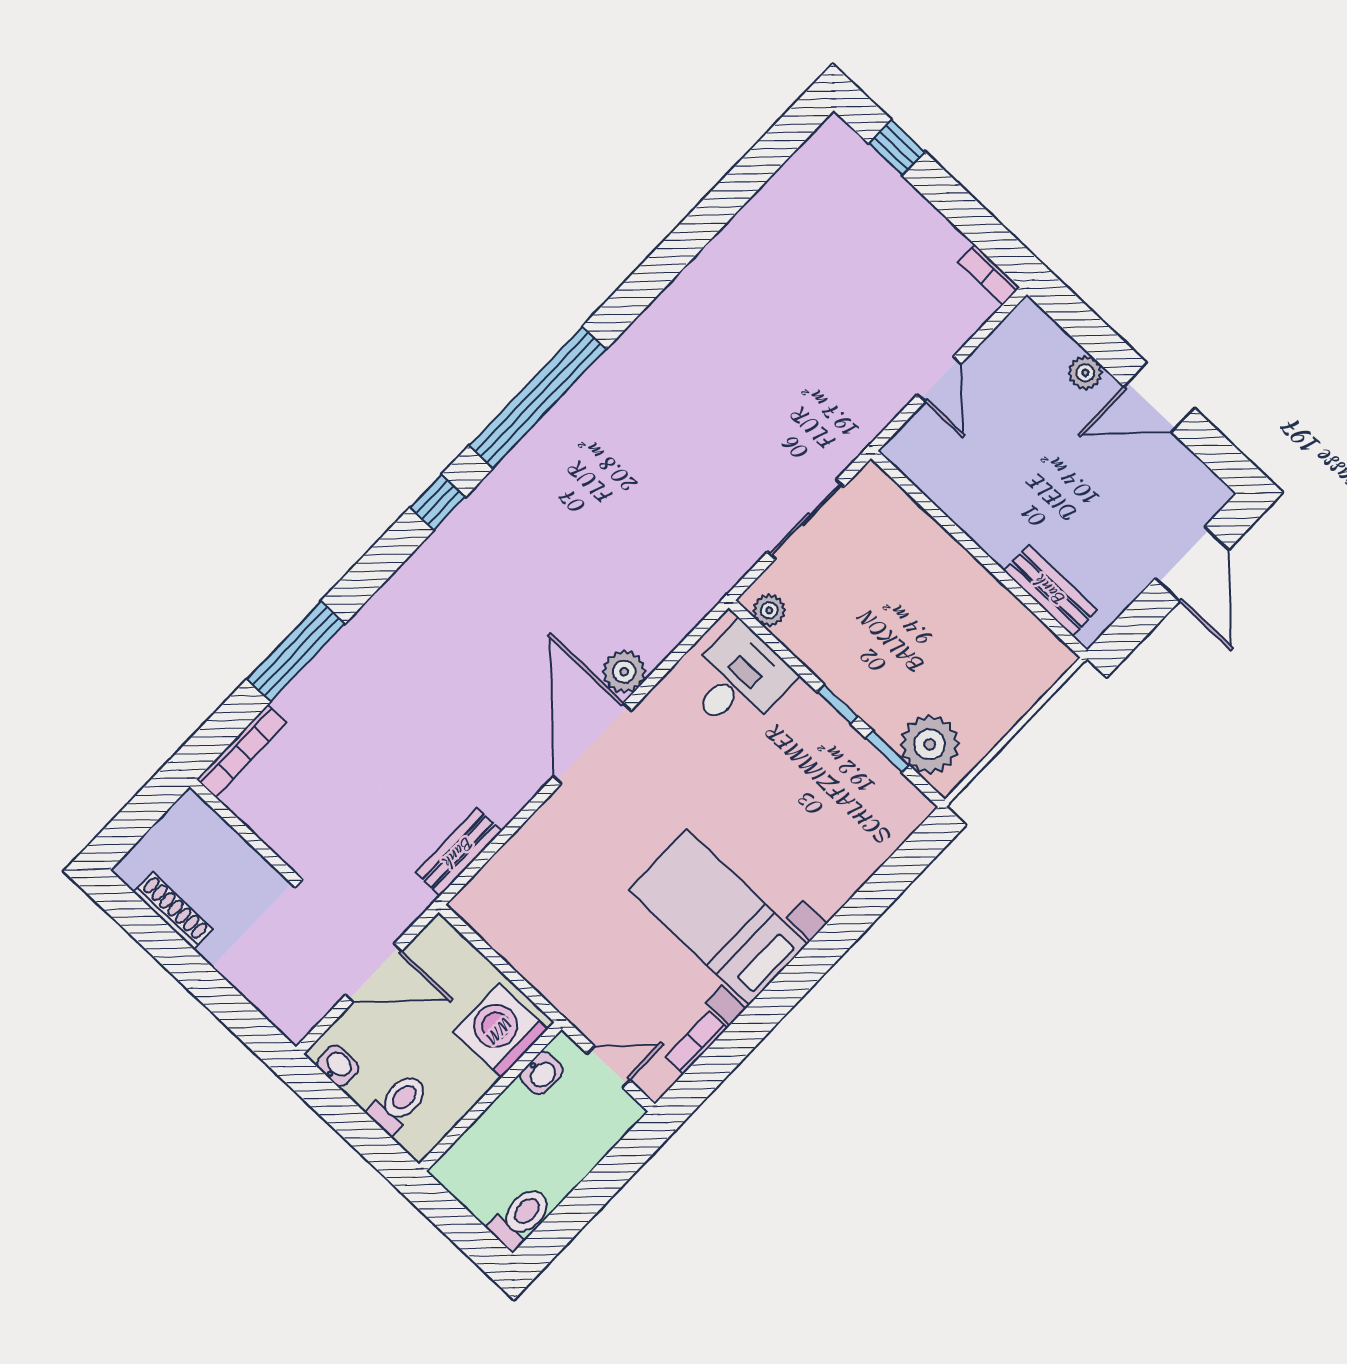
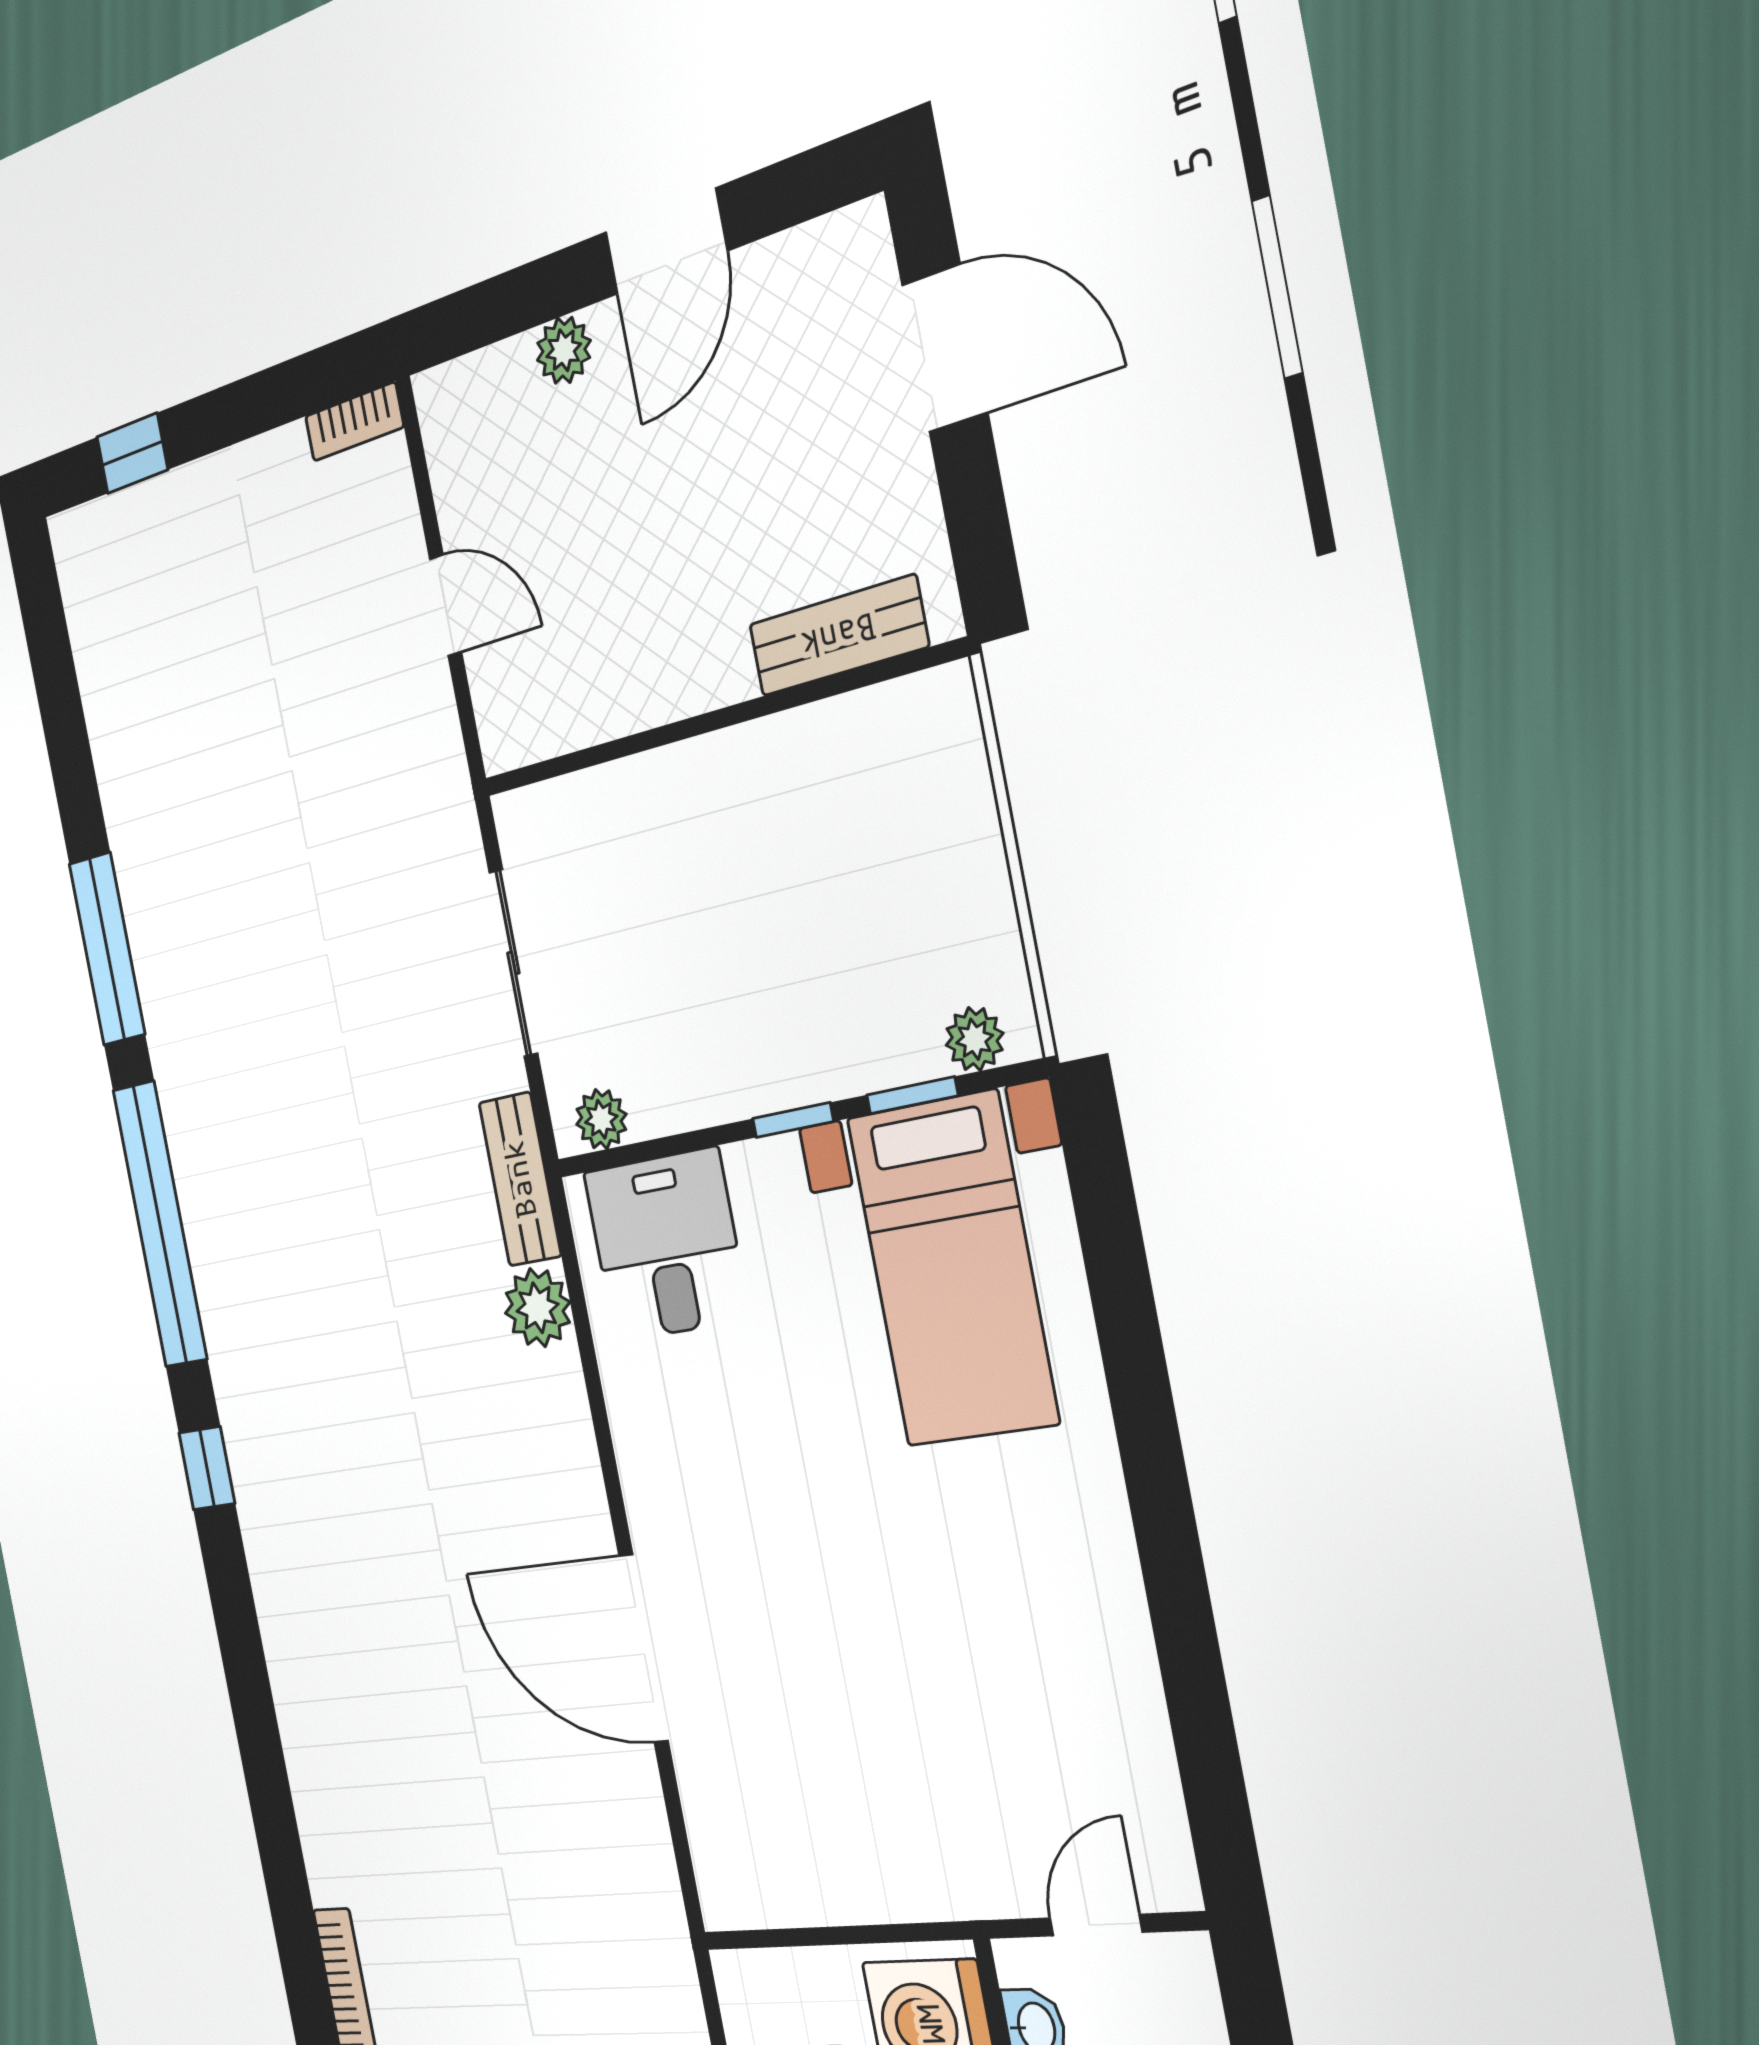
window: (296, 651) -> (107, 949), moved
plant: (624, 672) -> (538, 1308), moved
door: (592, 743) -> (644, 1648), moved
plant: (930, 744) -> (975, 1039), width x0.53, depth x0.53
bench: (459, 852) -> (520, 1179), moved
bed with nightstands: (718, 917) -> (952, 1270), moved, turned -90
bookcase: (696, 1042) -> (1154, 1764), removed

